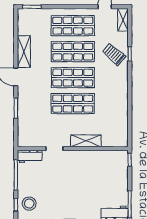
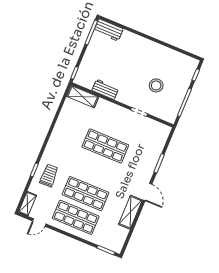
trolley: (114, 54) -> (49, 176), turned -133
shop shelf: (73, 78) -> (95, 170), removed
shelving: (86, 141) -> (83, 97), moved
workbench: (30, 156) -> (105, 89), moved
stool: (29, 204) -> (156, 85), moved

